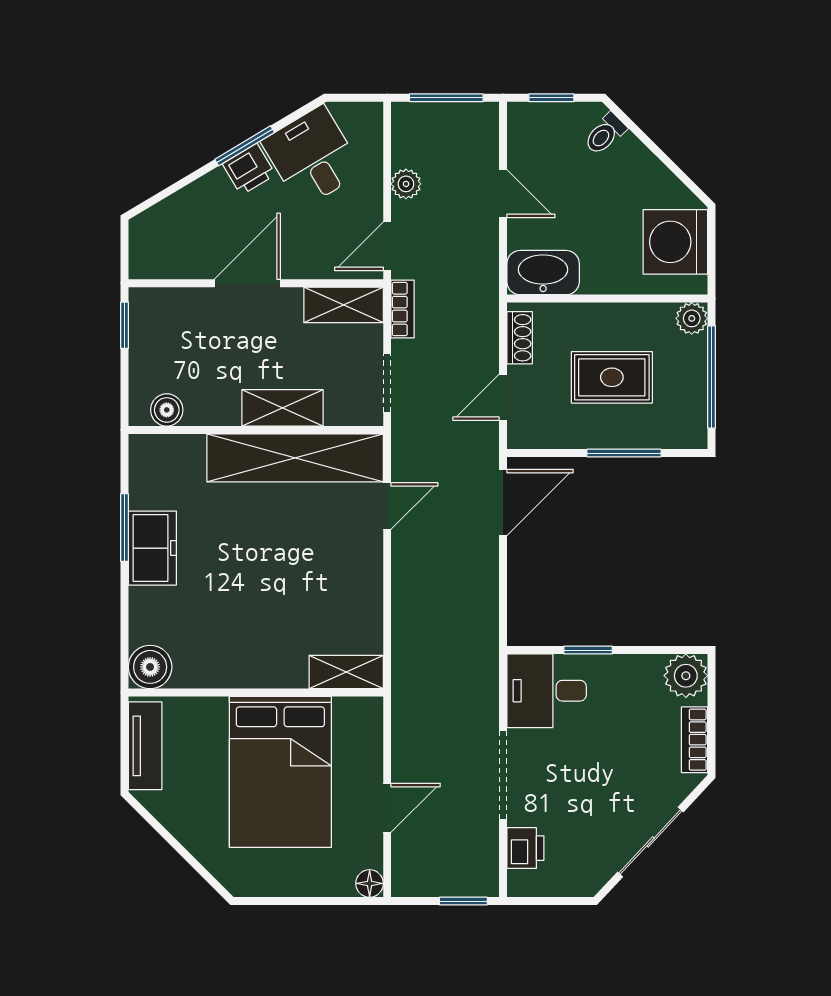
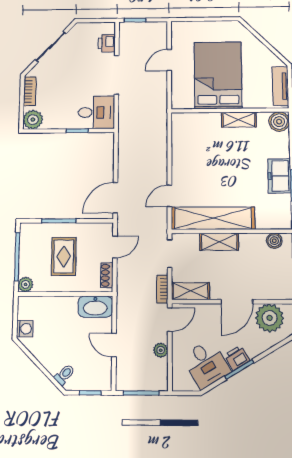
washing machine: (675, 242) -> (25, 329), width x0.53, depth x0.53
plant: (180, 250) -> (270, 318), added
rug: (612, 377) -> (64, 256), turned 90
shelving: (346, 672) -> (239, 120), moved
floor lamp: (370, 883) -> (177, 27), removed

